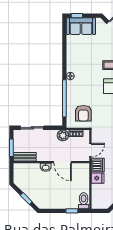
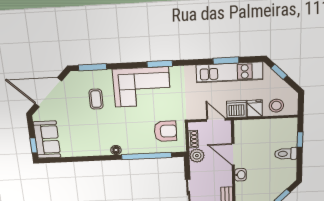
door: (63, 162) -> (233, 154), swing flipped
stool: (99, 194) -> (276, 106), added
toilet: (84, 201) -> (286, 154), moved

